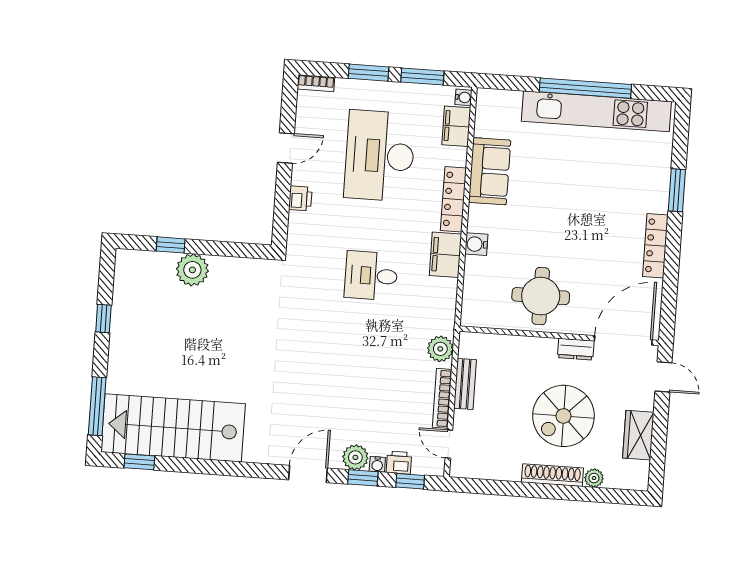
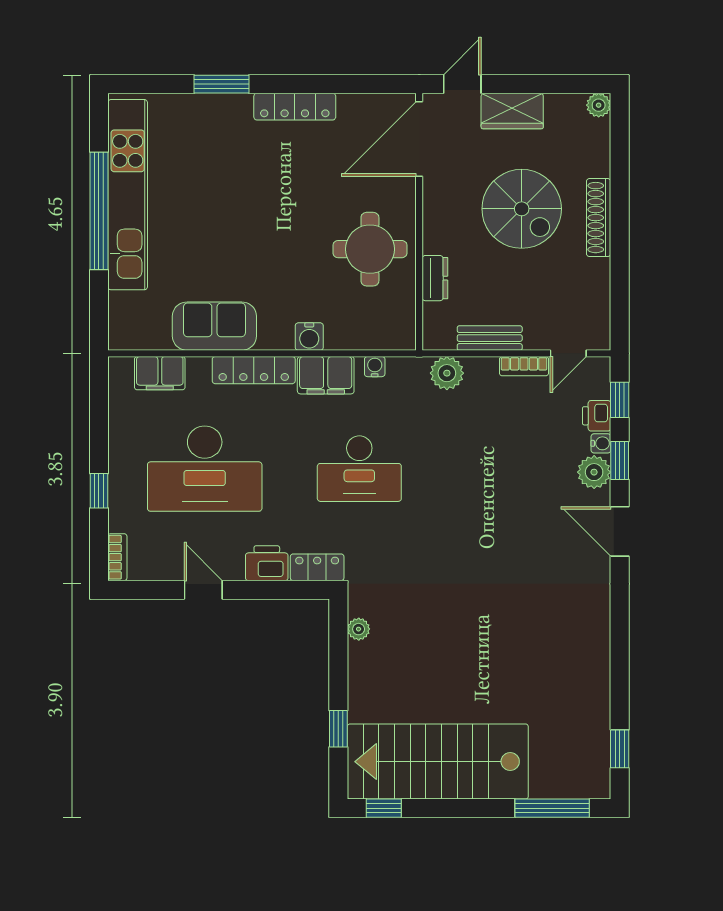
window: (368, 73) -> (99, 491), width x0.67
window: (422, 76) -> (99, 421), removed
water cooler: (463, 97) -> (375, 367), moved
printer: (300, 198) -> (267, 563), width x1.36, depth x1.24
locker: (297, 237) -> (317, 567), added
plant: (192, 270) -> (359, 629), moved, width x0.53, depth x0.53
desk: (371, 276) -> (359, 469), width x1.37
window: (103, 319) -> (384, 808), moved
door: (623, 340) -> (419, 139), hinge flipped
dresser: (576, 349) -> (435, 278), moved
bookcase: (442, 398) -> (524, 366), width x0.64
stairs: (173, 428) -> (438, 762), moved, turned 90
wardrobe: (638, 435) -> (512, 111), moved
plant: (594, 478) -> (599, 105), moved

